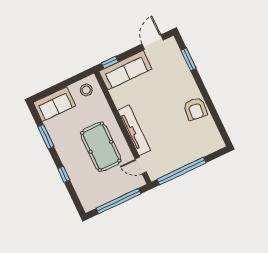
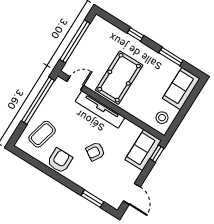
sofa: (125, 70) -> (143, 150), width x0.73
armchair: (160, 97) -> (95, 152), added
armchair: (195, 109) -> (60, 161), turned 83
coffee table: (196, 141) -> (42, 134), added
pool table: (101, 147) -> (119, 78), turned 90

